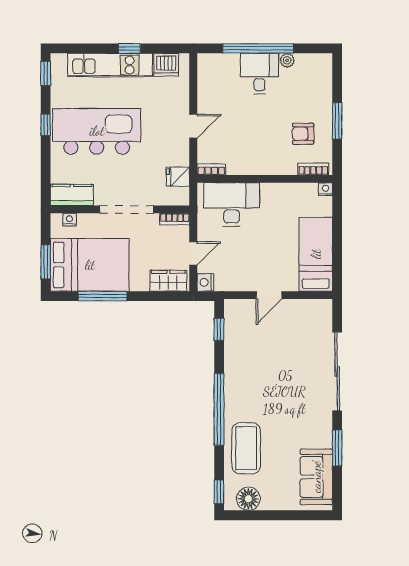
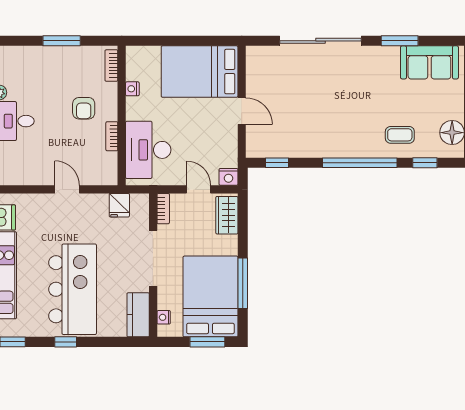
kitchen island: (97, 131) -> (73, 289), turned 180
armchair: (303, 134) -> (84, 108), moved
bookcase: (211, 169) -> (112, 136), moved
nightstand: (326, 189) -> (132, 89), moved
bed: (316, 254) -> (200, 72), width x1.50
coffee table: (246, 448) -> (400, 135), width x0.54, depth x0.58
window: (219, 492) -> (425, 163), moved

